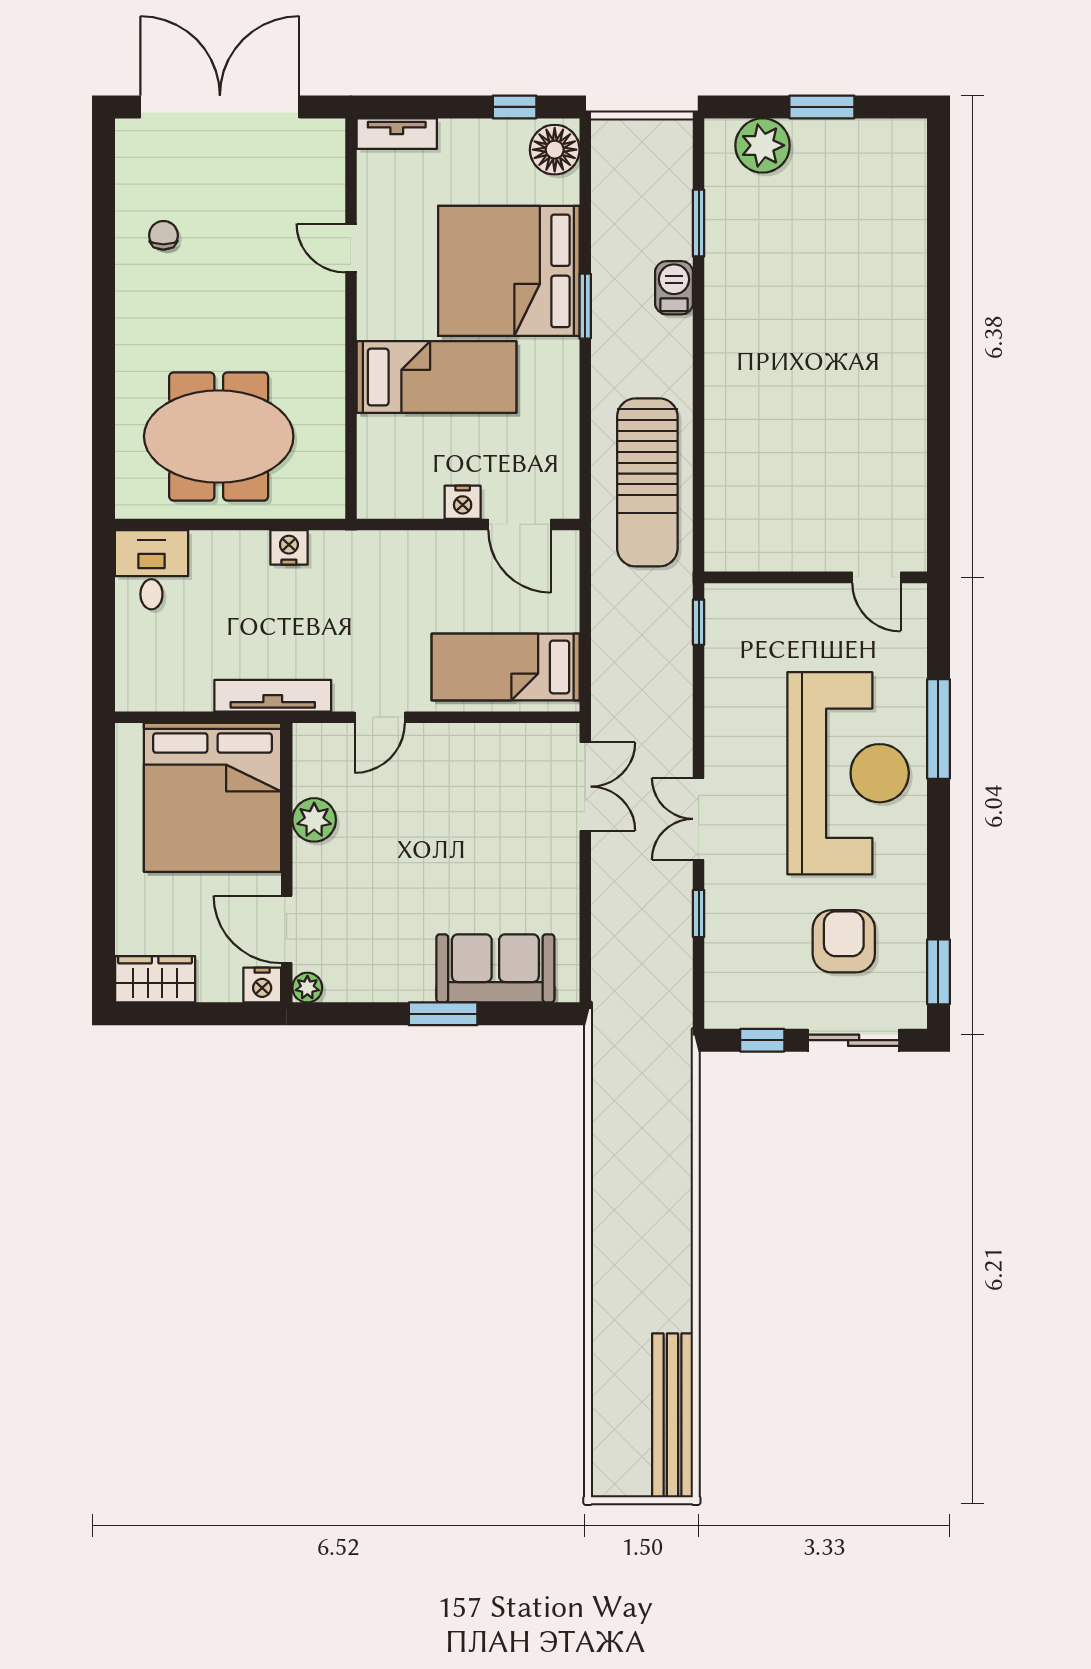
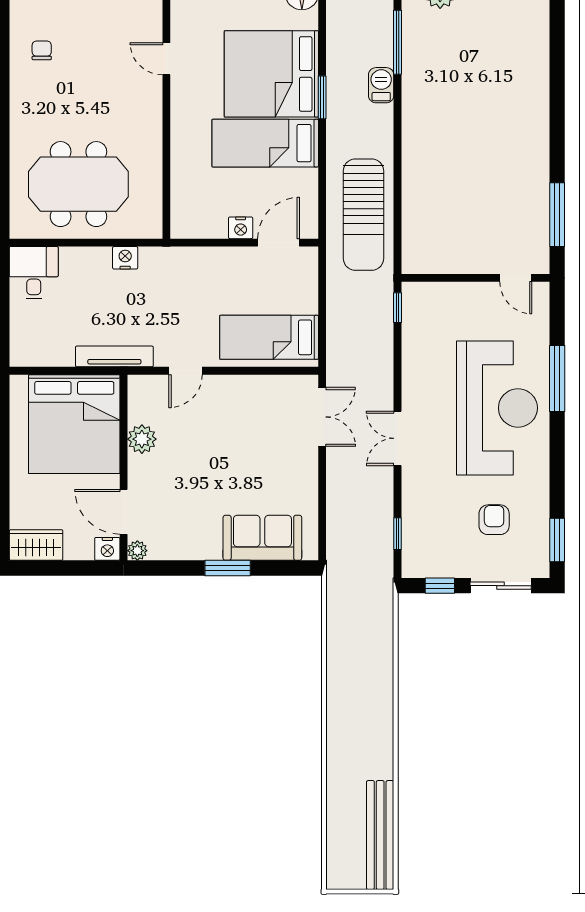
window: (699, 223) -> (398, 42), width x1.44
bed: (436, 377) -> (265, 143), moved, turned 180
window: (938, 482) -> (557, 215), added
door: (520, 524) -> (279, 243), swing flipped
window: (699, 914) -> (398, 534), moved
armchair: (844, 941) -> (494, 520), width x0.72, depth x0.72

